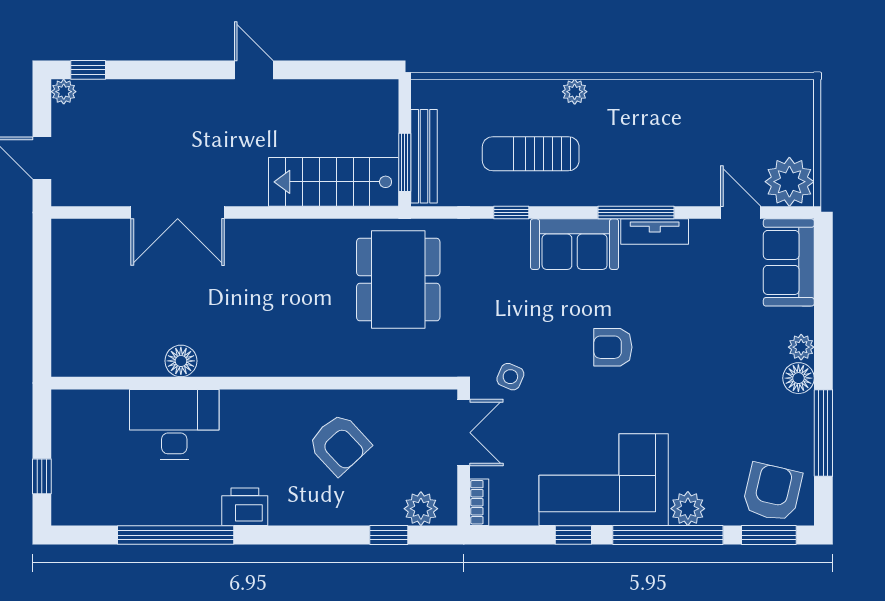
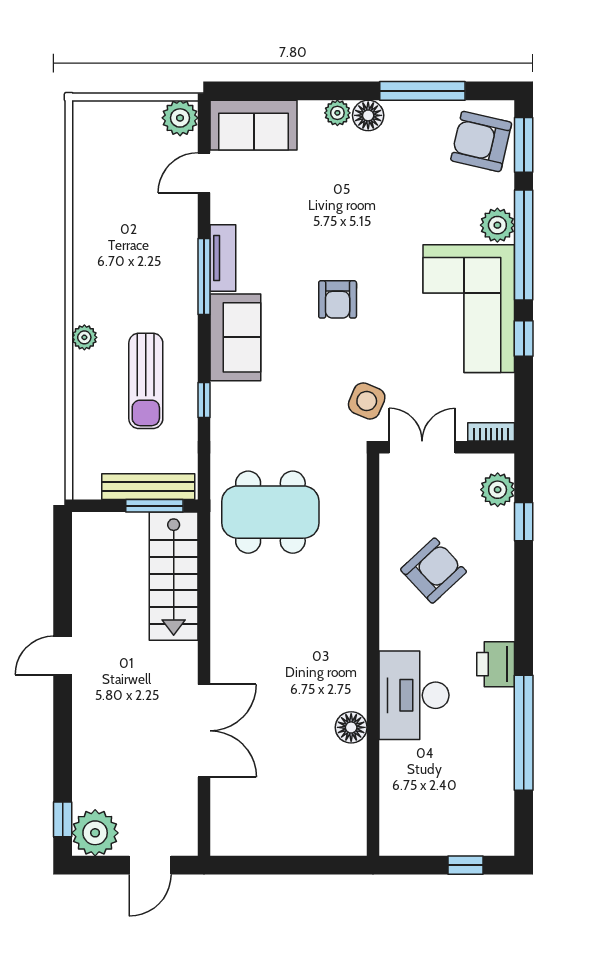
plant: (64, 92) -> (95, 833), width x1.88, depth x1.88
plant: (789, 182) -> (180, 118), width x0.73, depth x0.73
side table: (510, 377) -> (367, 401), width x1.37, depth x1.37
desk: (174, 424) -> (414, 695), moved

